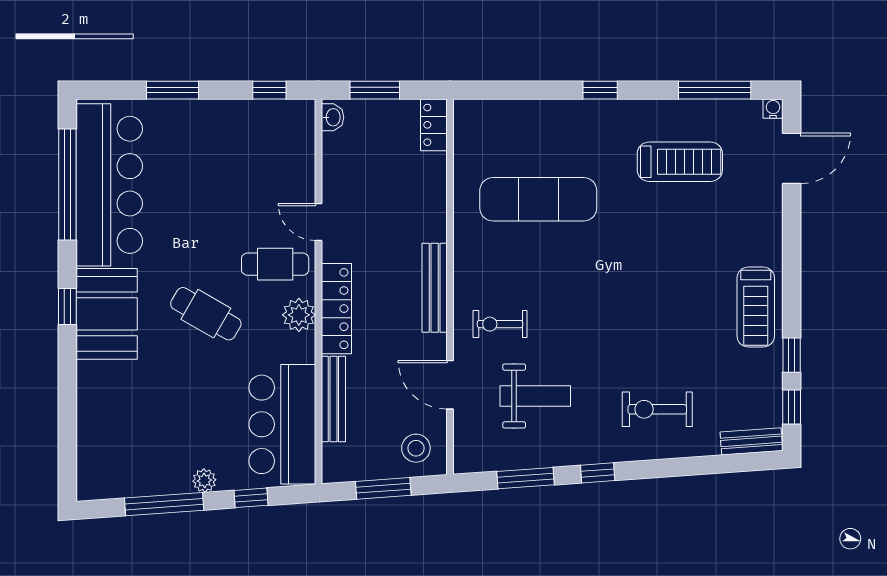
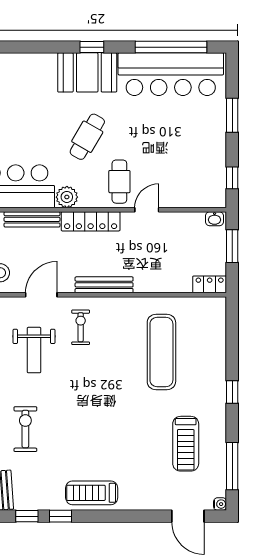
plant: (299, 315) -> (67, 197), moved

